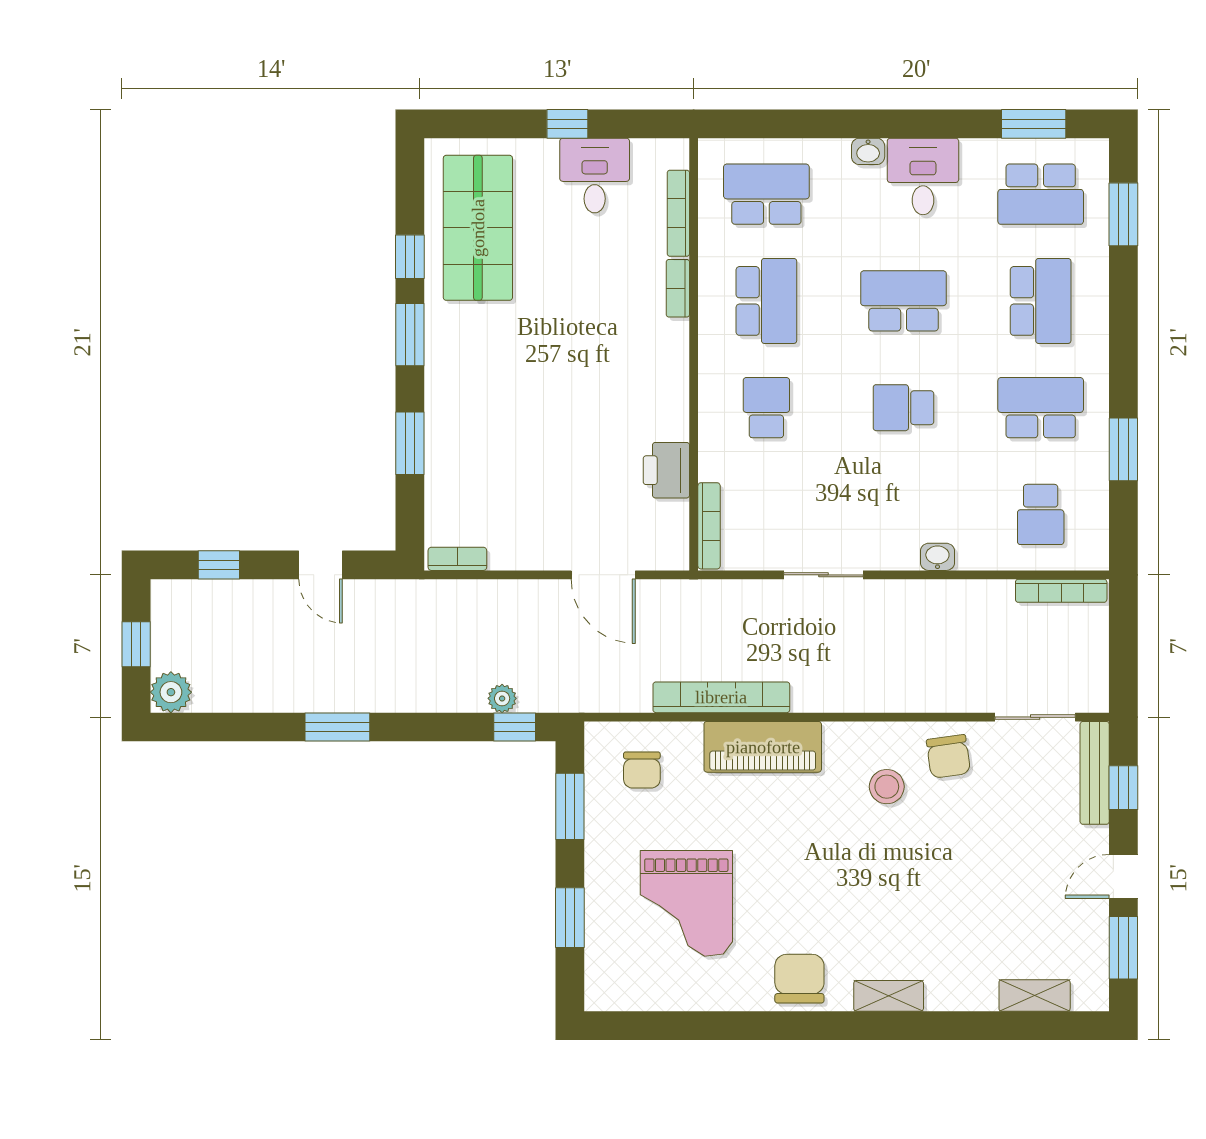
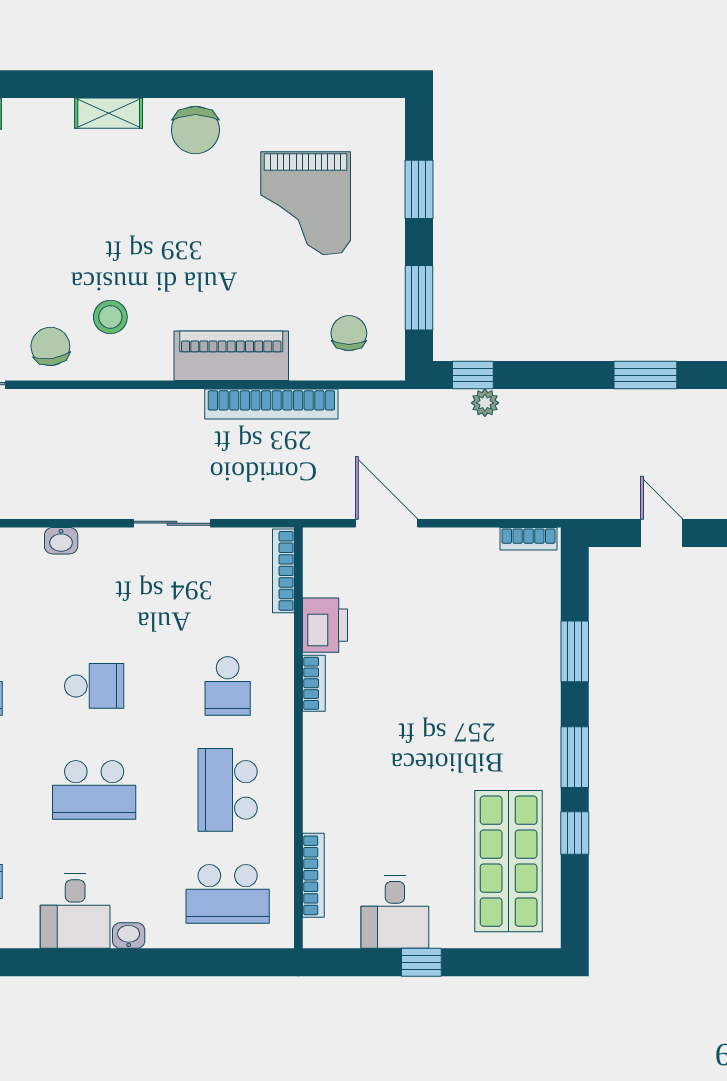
bookcase: (678, 288) -> (314, 683), moved
grand piano: (686, 903) -> (306, 203), turned 180

